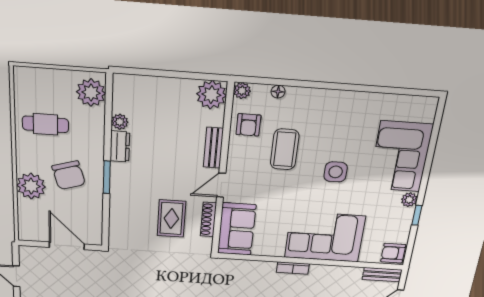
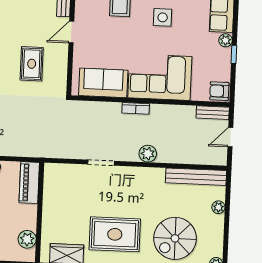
shoe rack: (208, 219) -> (62, 64), removed
sofa: (237, 229) -> (103, 83), moved, turned -90

